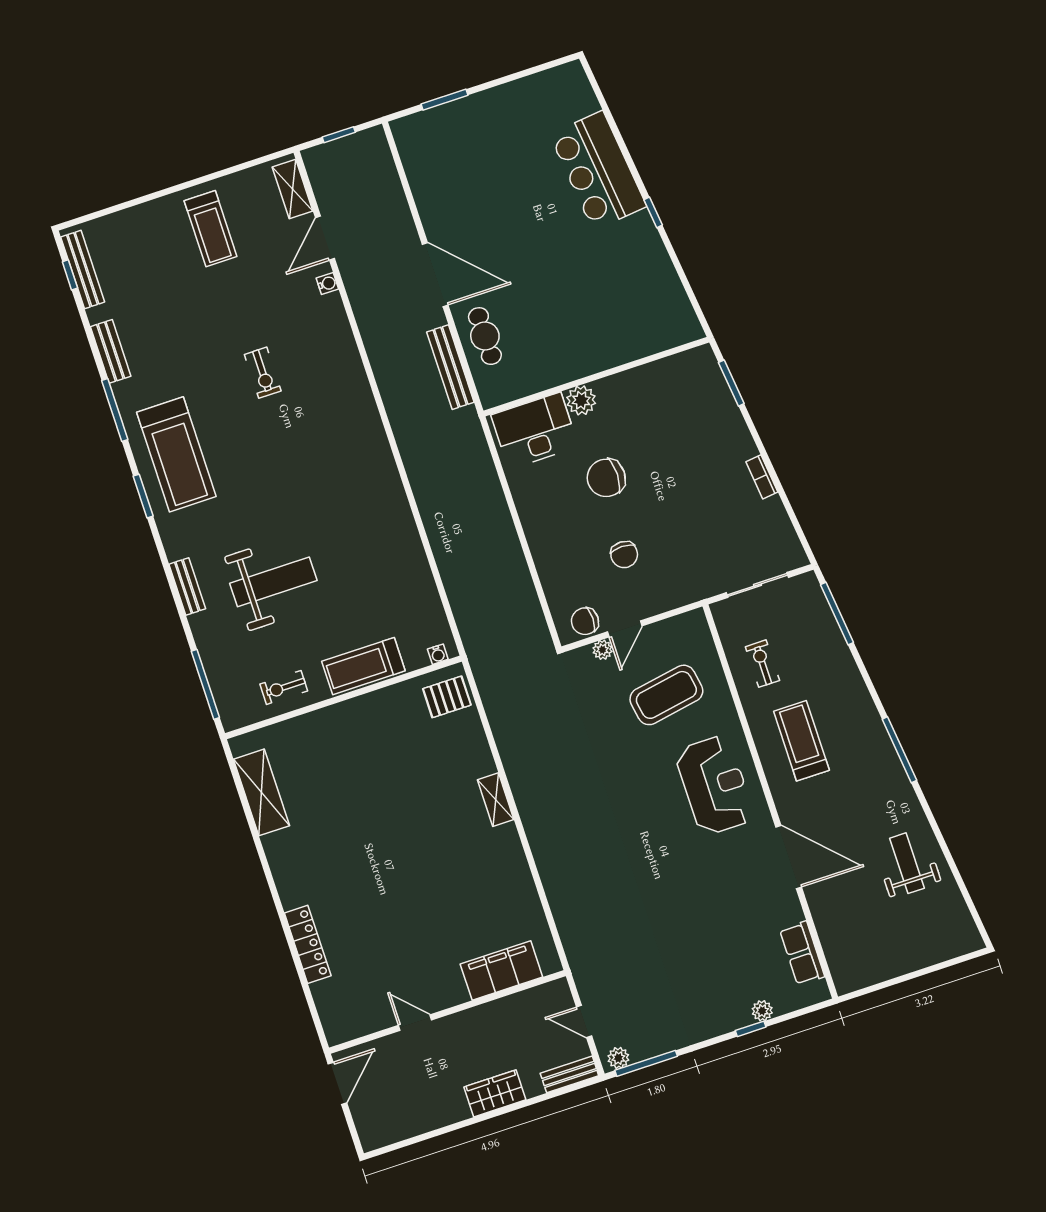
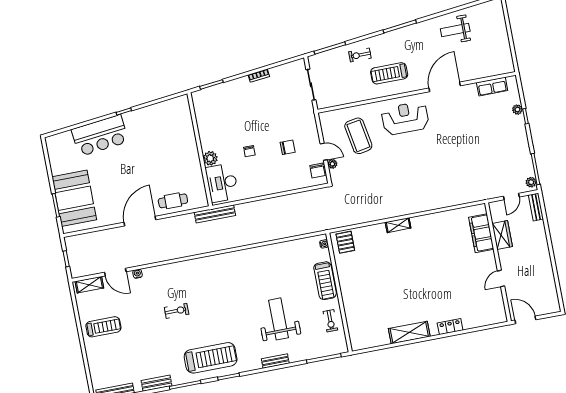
booth: (464, 135) -> (74, 198), added
bench: (450, 367) -> (215, 214), moved
chair: (606, 478) -> (249, 151), width x0.54, depth x0.54
exercise bike: (762, 664) -> (360, 55), moved
shelving: (261, 792) -> (409, 333), moved
locker: (308, 944) -> (450, 327), width x0.66
wardrobe: (495, 1093) -> (502, 235), moved, turned 180

